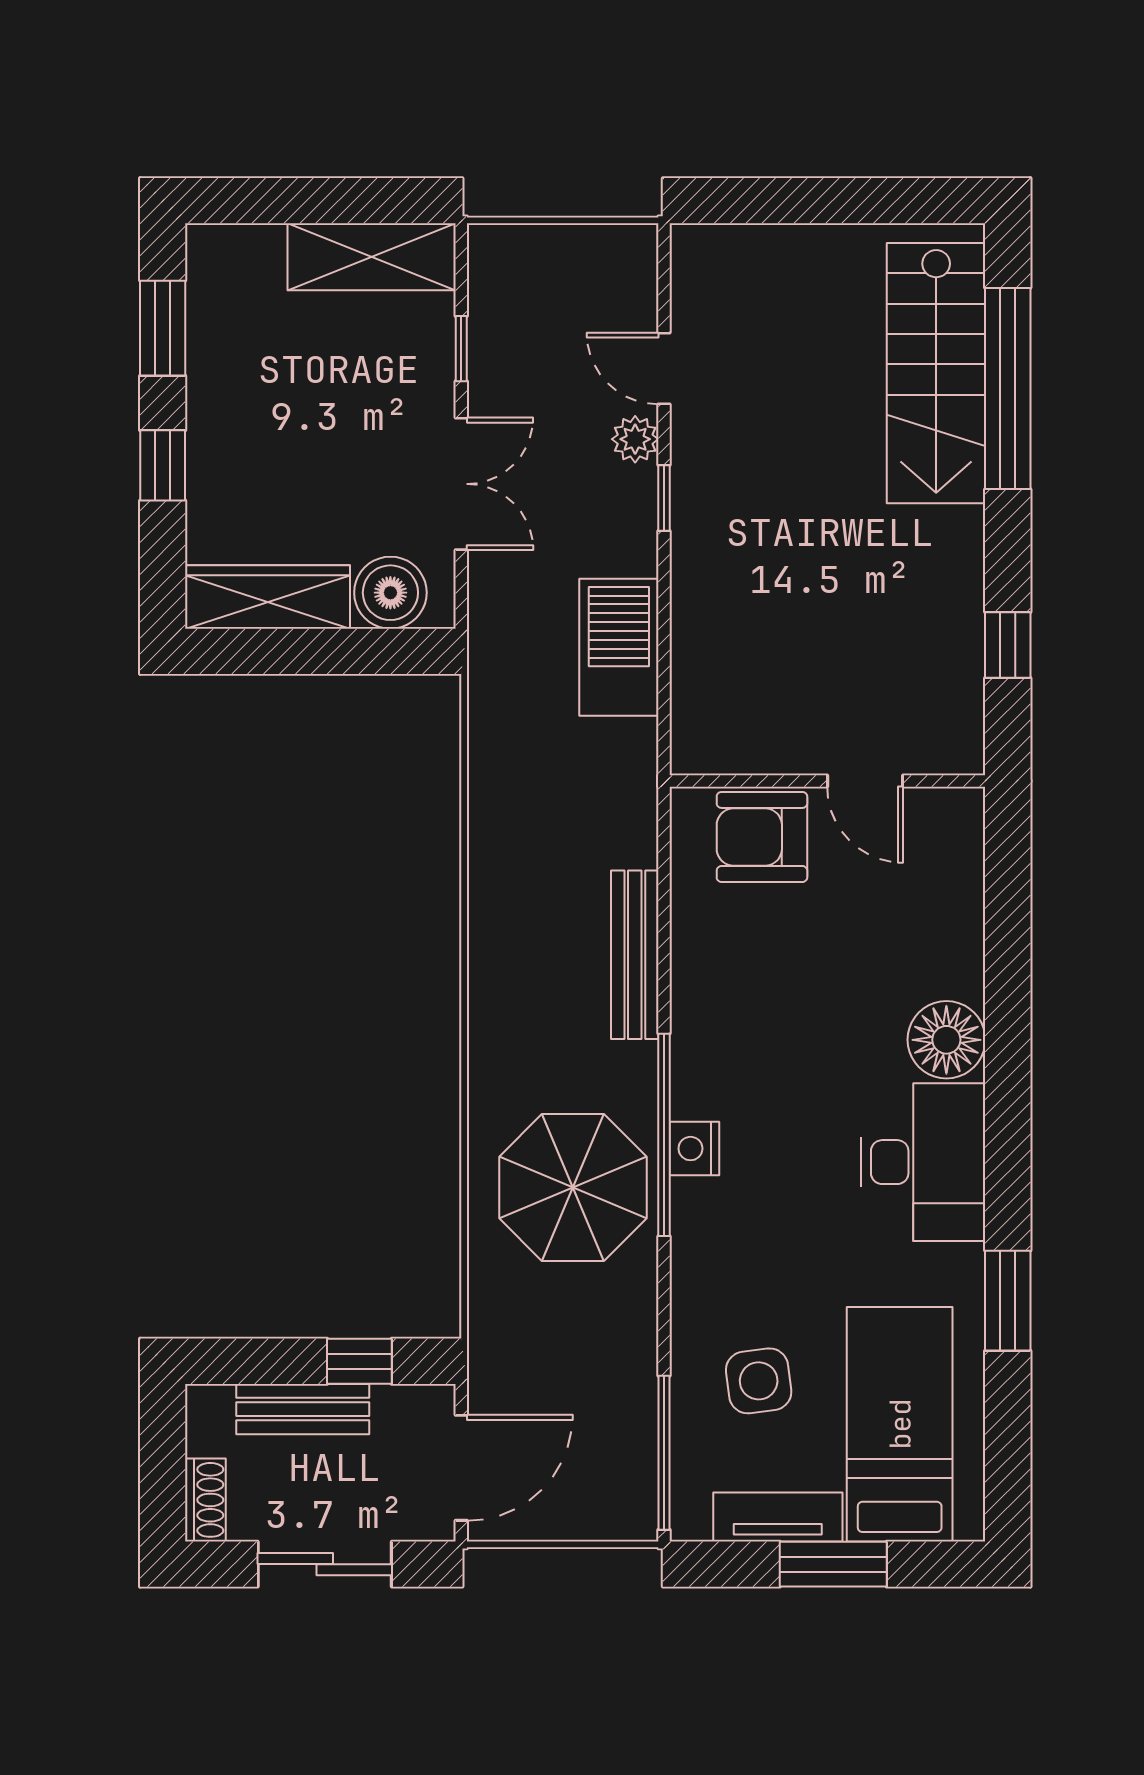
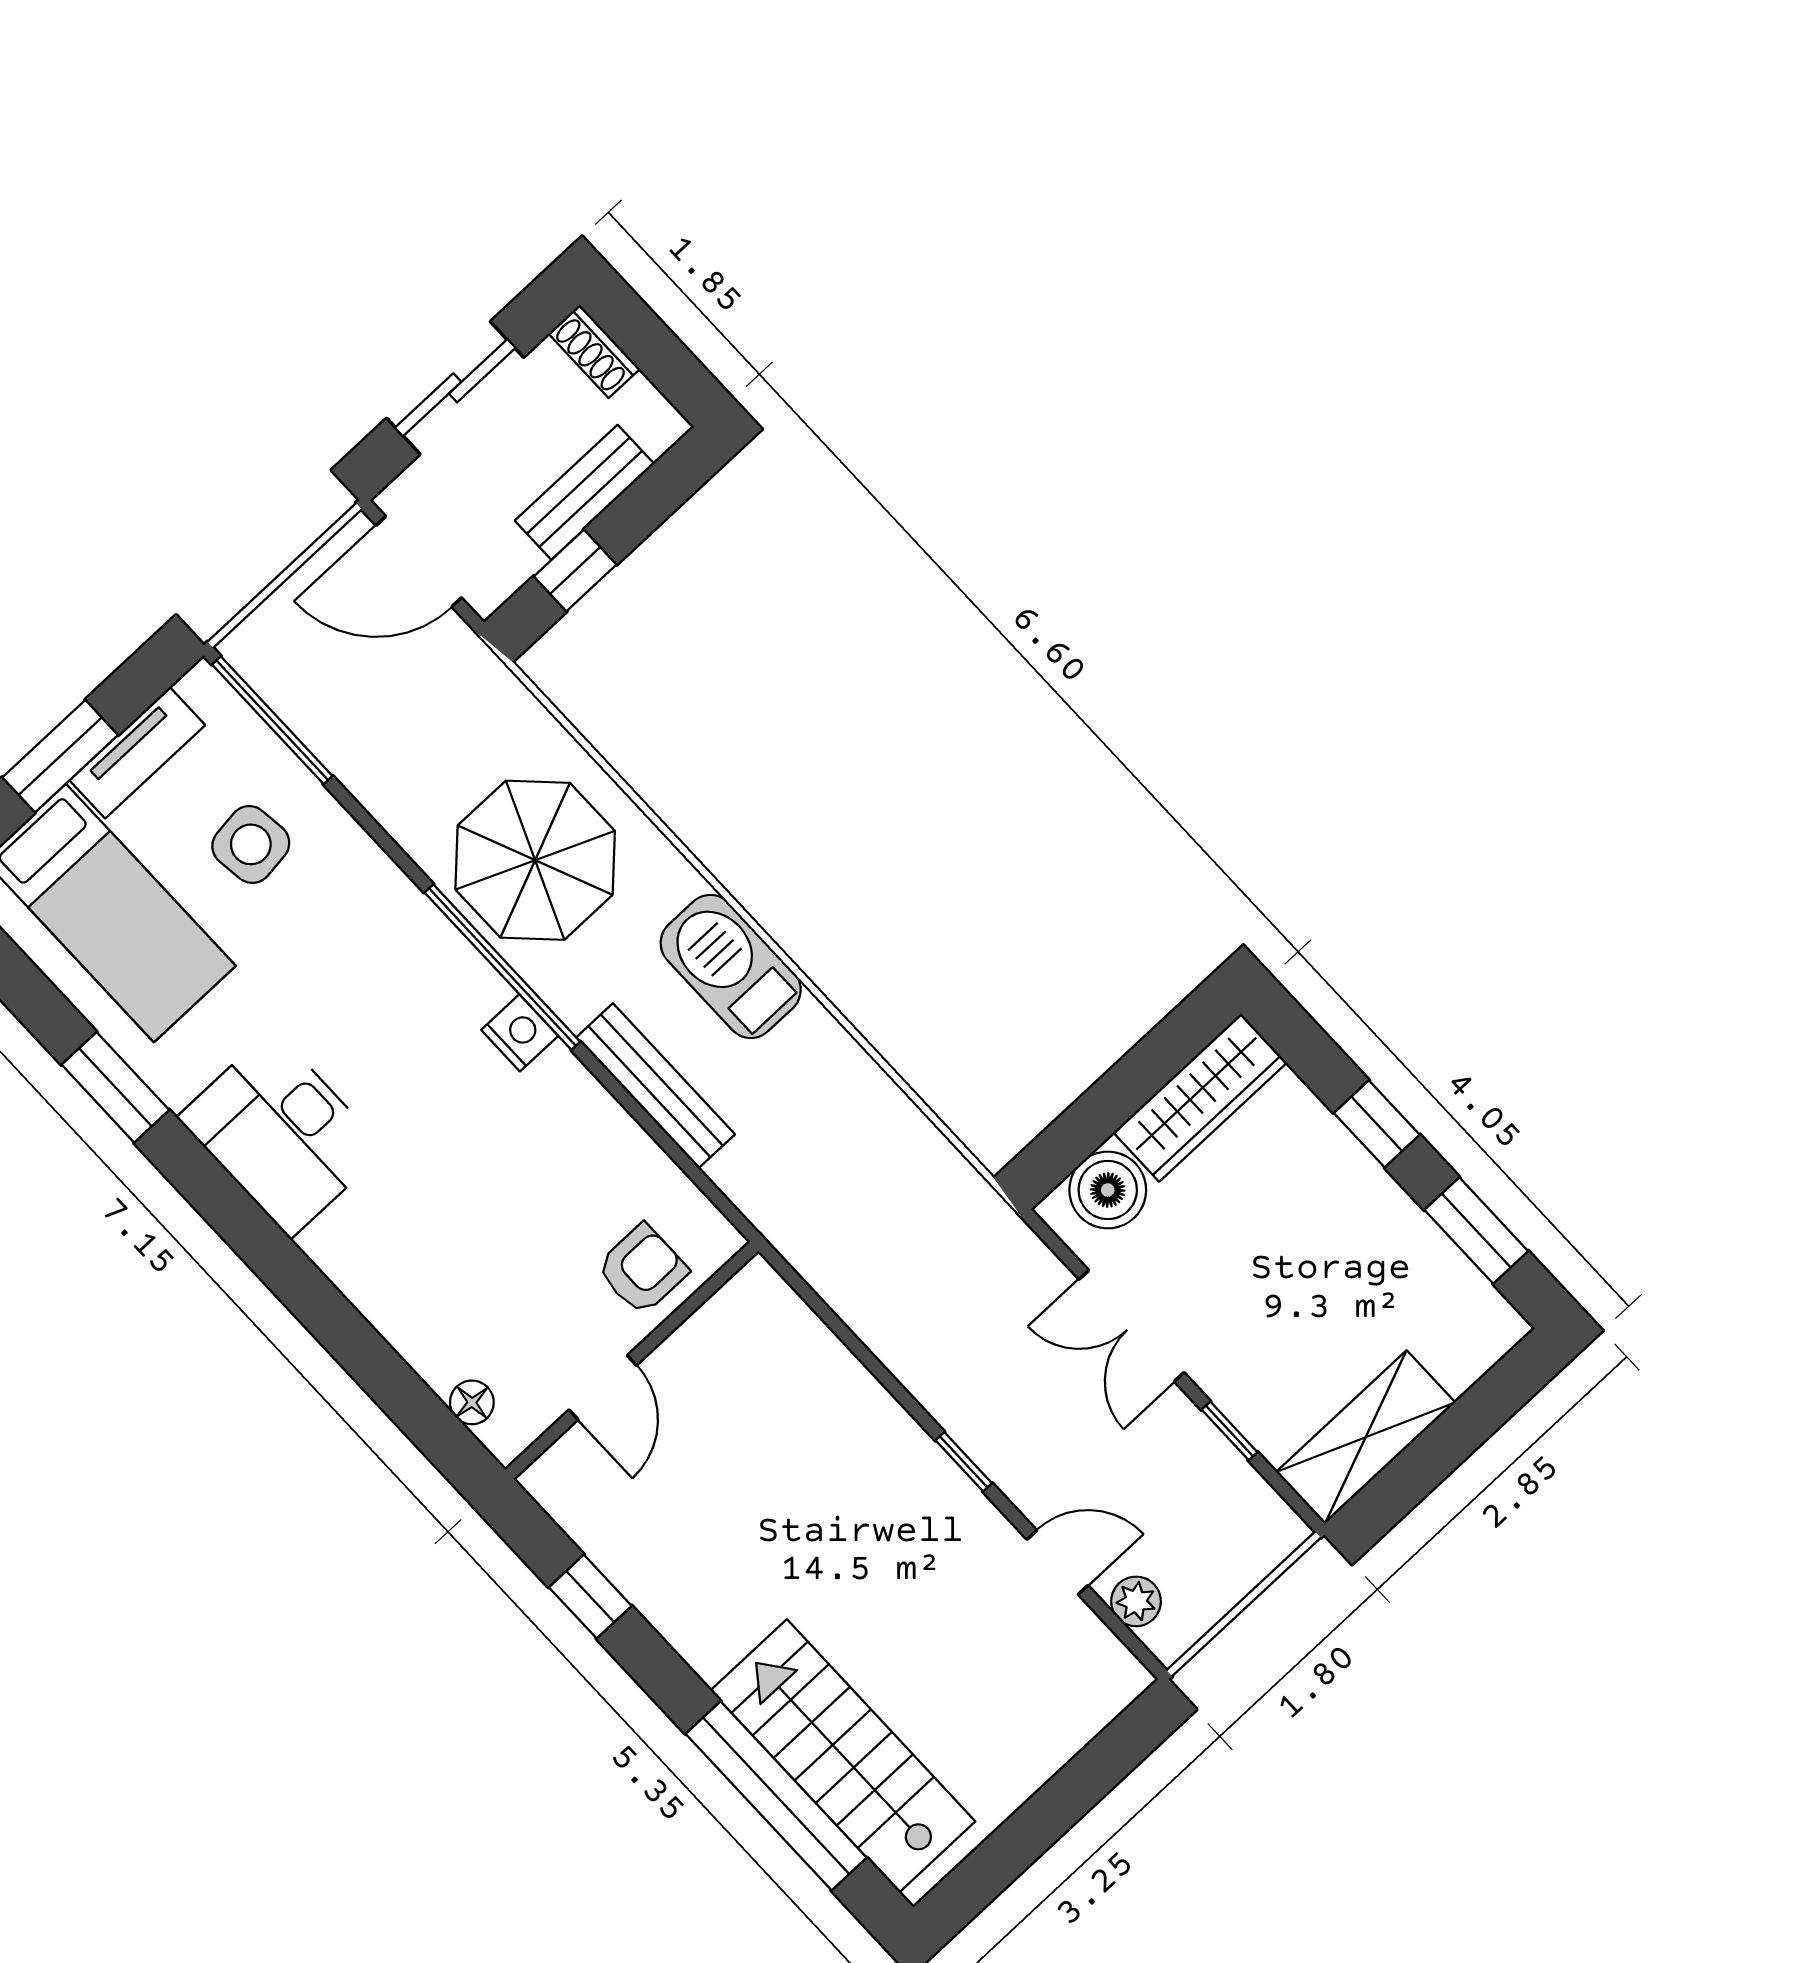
plant: (635, 439) -> (1136, 1601), moved
barbecue: (619, 647) -> (731, 966), moved, turned 180
door: (865, 781) -> (603, 1388), swing flipped
armchair: (762, 837) -> (642, 1269), width x0.72, depth x0.72
floor lamp: (946, 1040) -> (472, 1402), moved, width x0.53, depth x0.53
nightstand: (694, 1149) -> (520, 1033), moved
door: (461, 1468) -> (419, 562), hinge flipped

